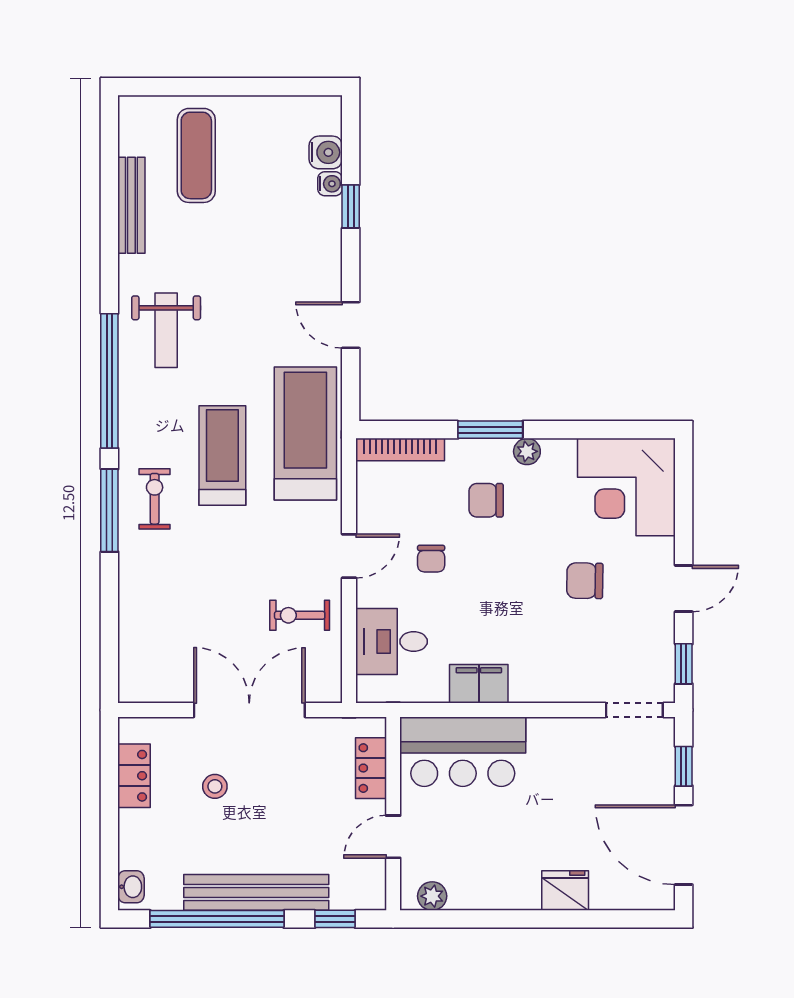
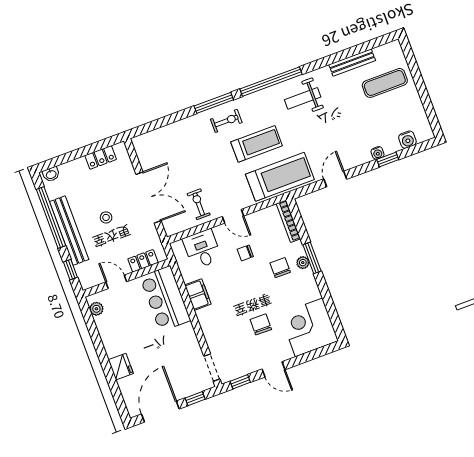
water cooler: (330, 184) -> (378, 153), moved
plant: (527, 451) -> (303, 263), moved
stool: (215, 786) -> (106, 217), moved

